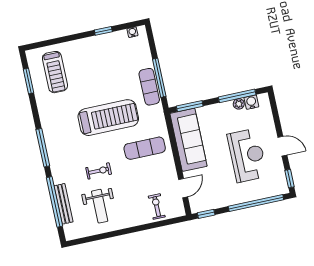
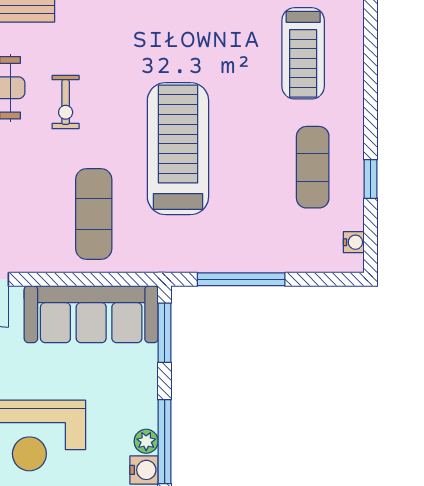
treadmill: (55, 72) -> (303, 53), turned -90
exercise mat: (149, 87) -> (313, 167), moved, turned 90
treadmill: (108, 118) -> (178, 149), turned 180

